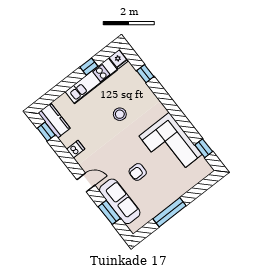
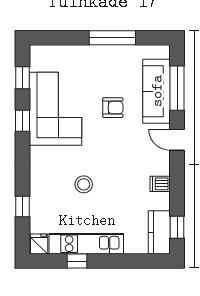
window: (184, 123) -> (22, 121), added
window: (109, 212) -> (177, 88), width x1.44

